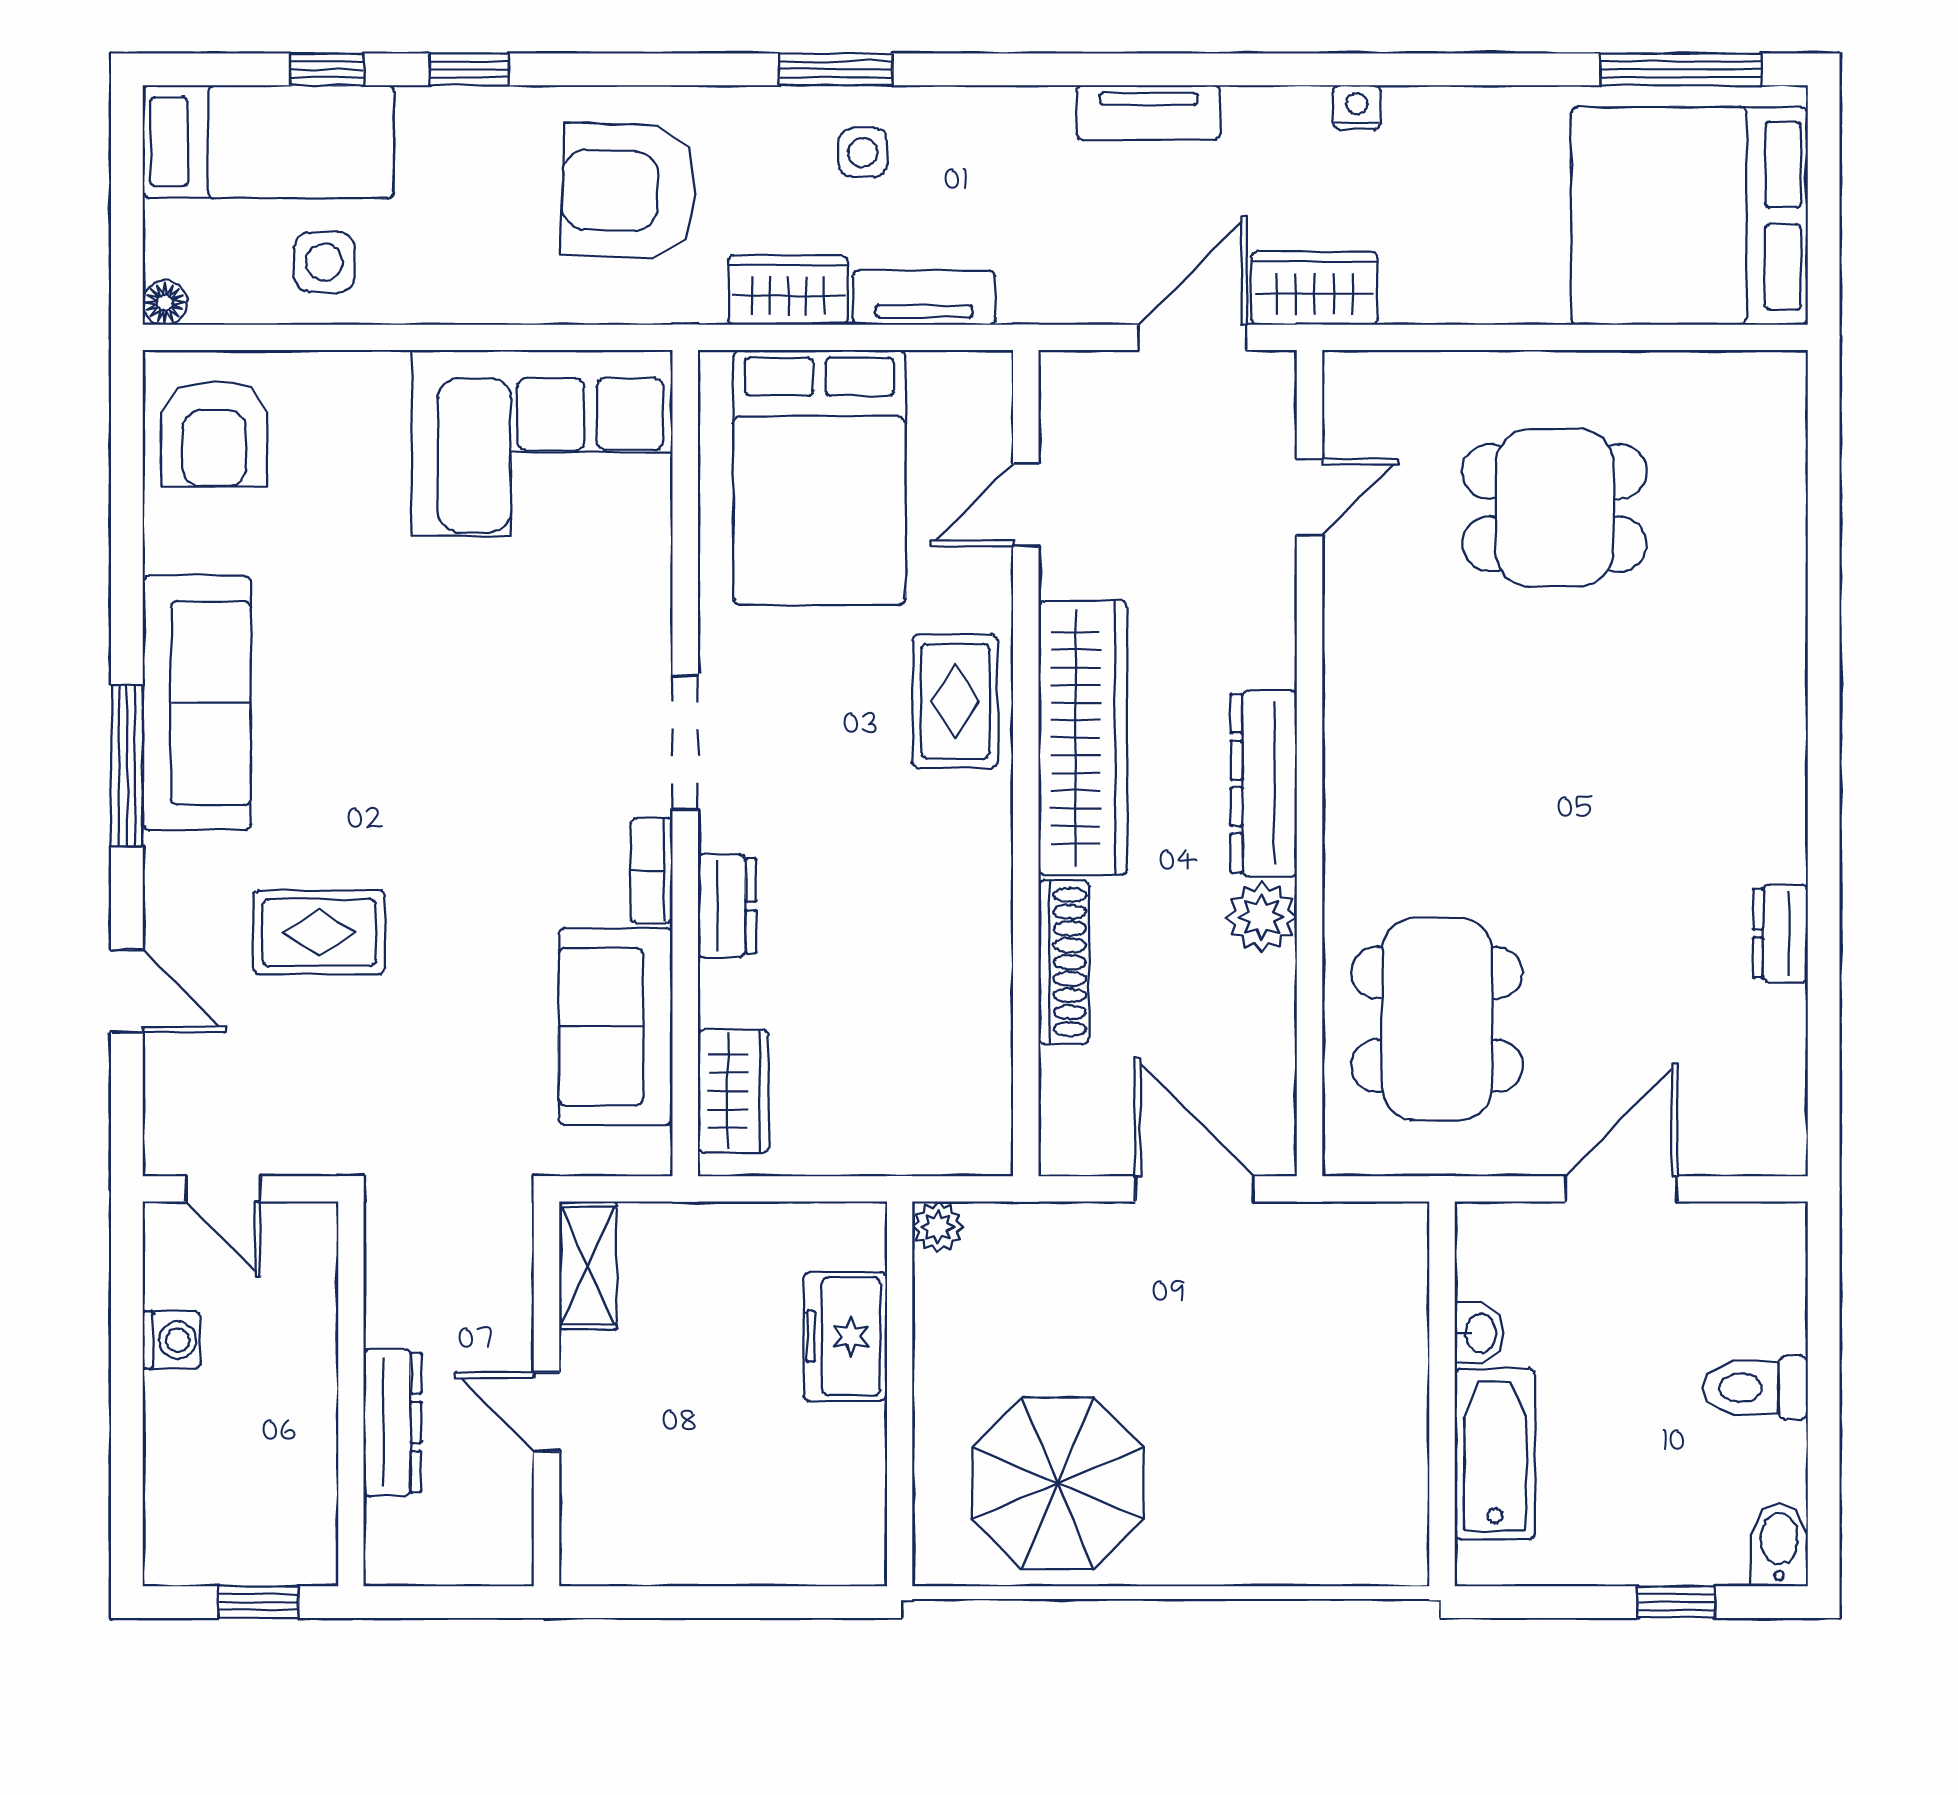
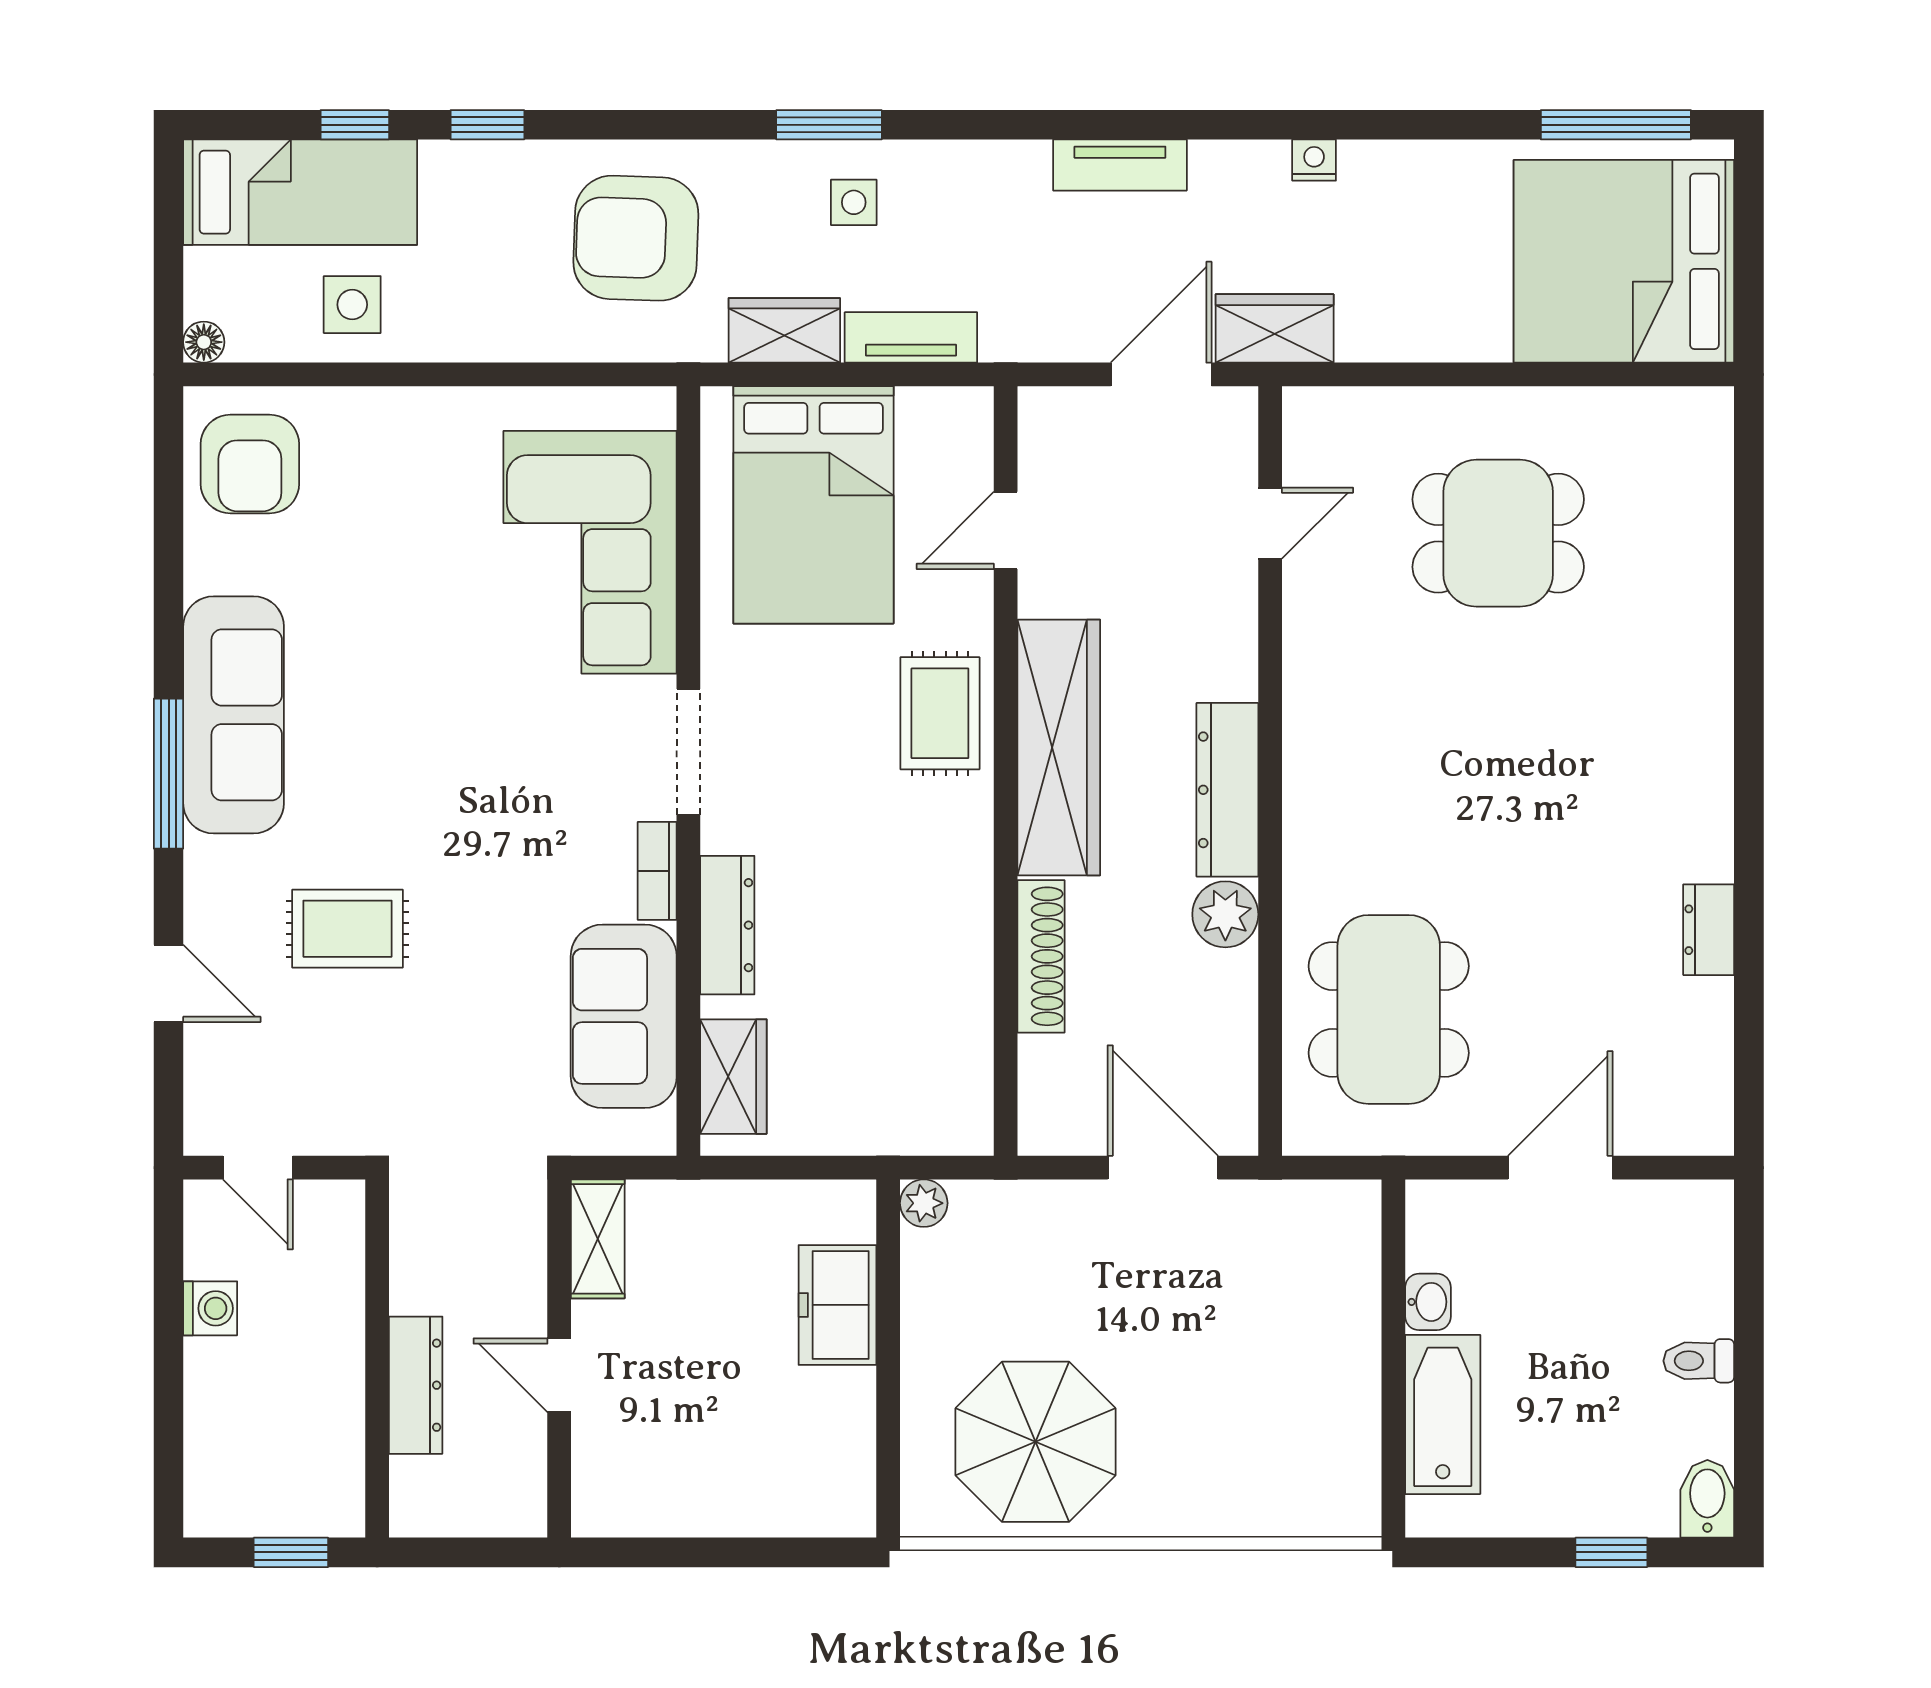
corner sofa: (542, 443) -> (590, 552), moved, turned 90
dresser: (727, 906) -> (727, 925), width x1.44
toilet: (1755, 1388) -> (1699, 1361), width x0.73, depth x0.72

